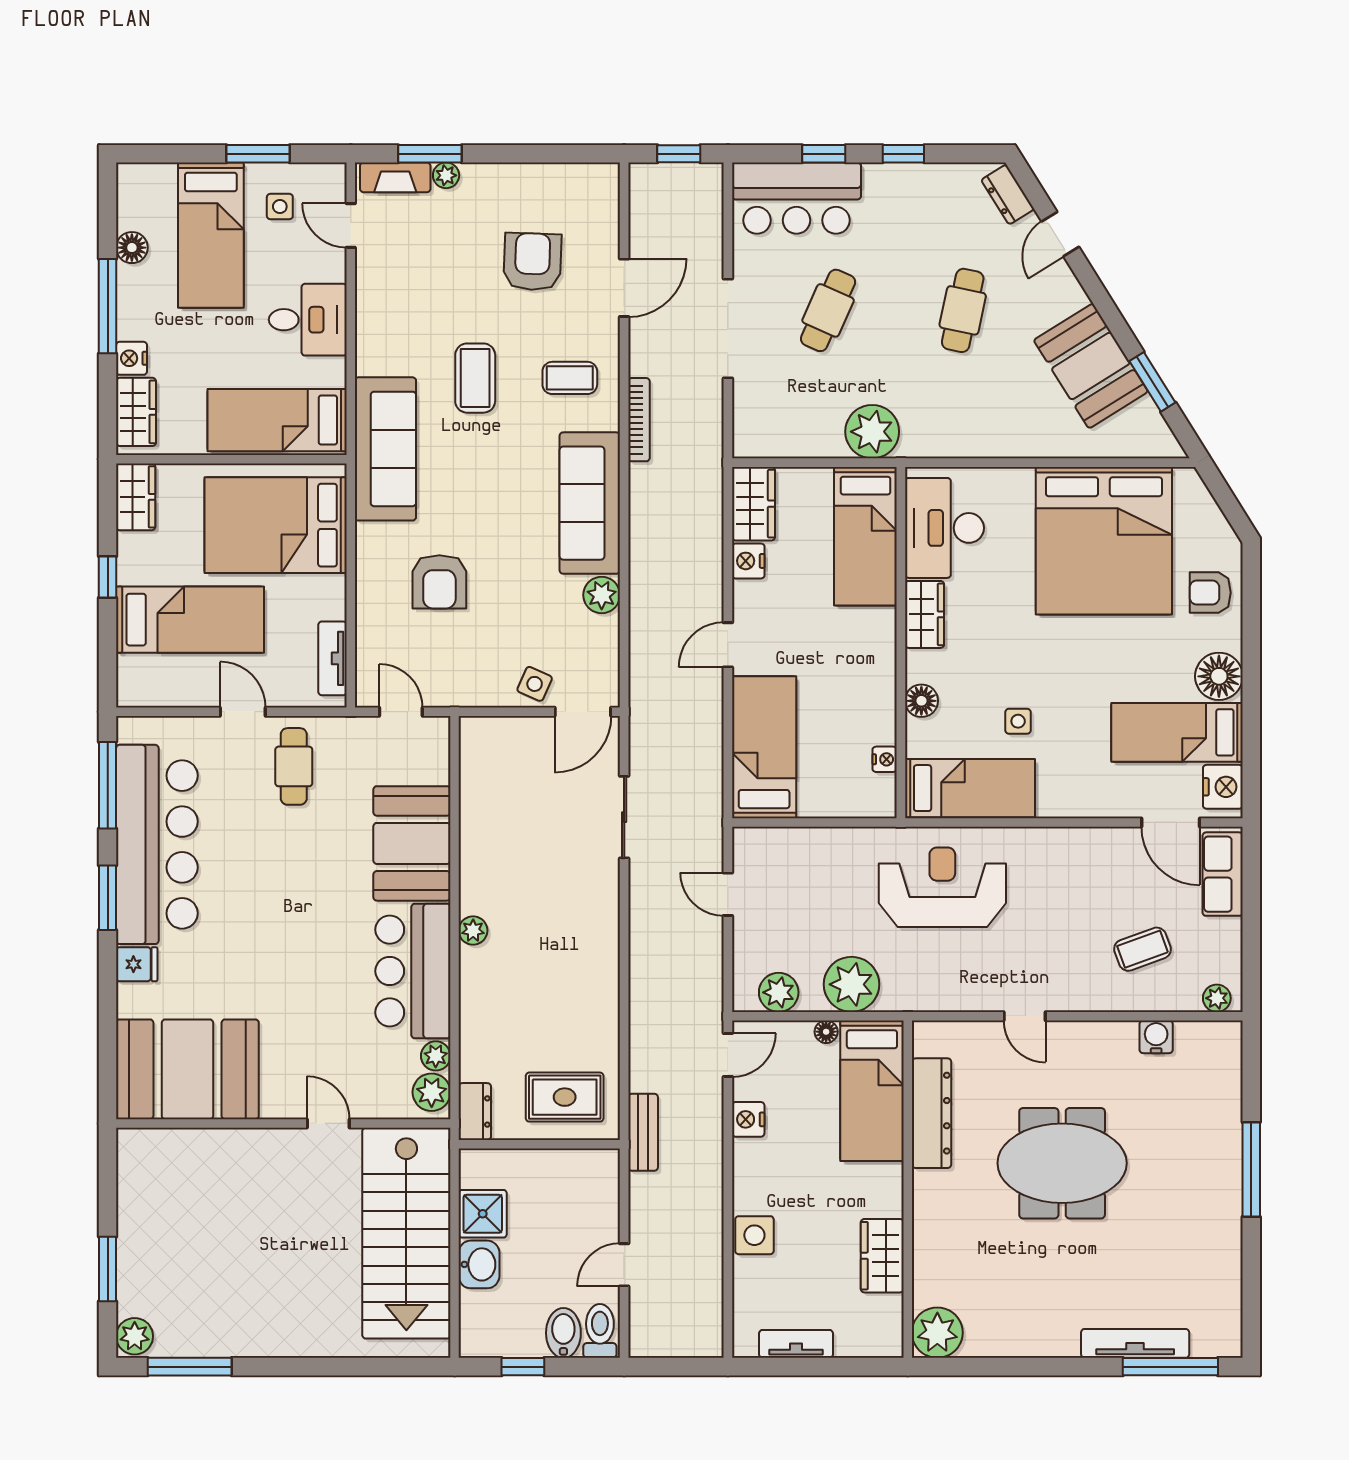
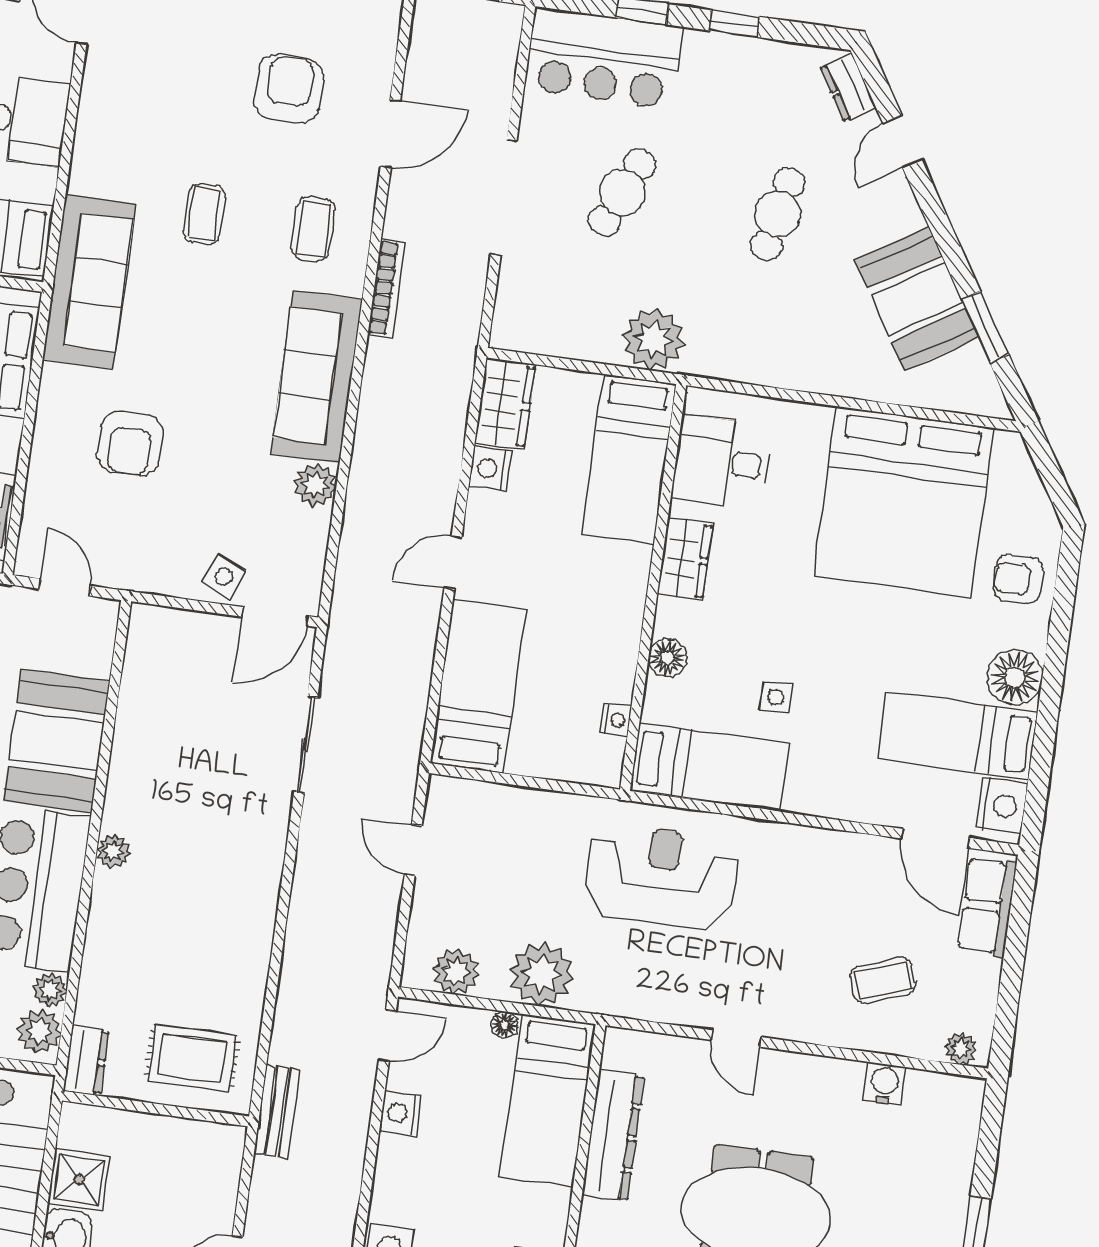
coffee table: (475, 378) -> (204, 214), width x0.73, depth x0.77
coffee table: (570, 378) -> (313, 229), turned 90
desk: (944, 528) -> (722, 462), width x0.73

